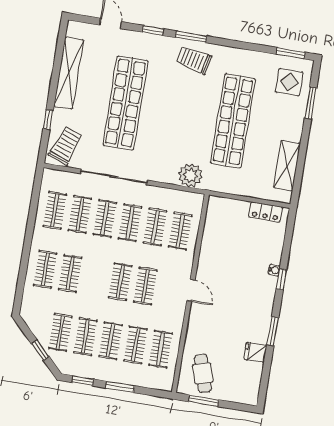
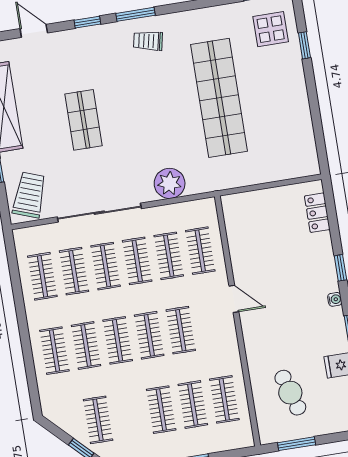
trolley: (194, 60) -> (148, 41), width x0.73, depth x0.72
shop shelf: (125, 103) -> (83, 120), width x0.50, depth x0.74
window: (311, 103) -> (304, 45), width x0.67
shelving: (287, 166) -> (302, 130), removed
plant: (190, 175) -> (170, 183), moved
locker: (265, 212) -> (317, 213), moved, turned 90
water cooler: (274, 270) -> (335, 299), moved
door: (191, 290) -> (234, 299), moved
clothes rail: (85, 337) -> (118, 340), moved
cafe table: (203, 373) -> (290, 393), moved

